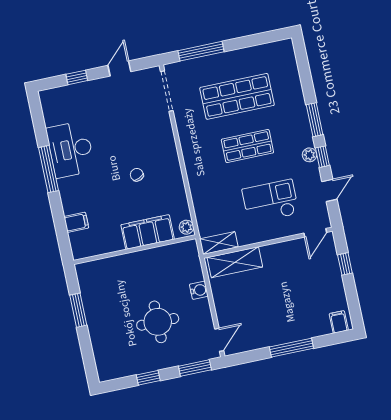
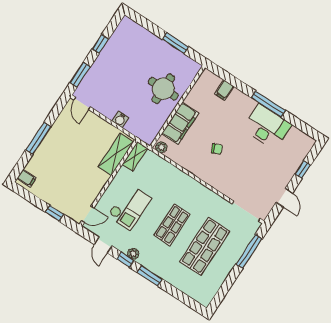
door: (315, 233) -> (88, 214), swing flipped
round table: (158, 322) -> (163, 89), moved

